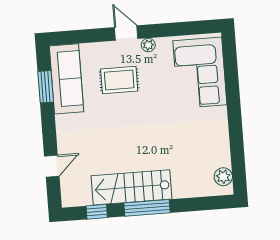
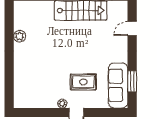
corner sofa: (200, 73) -> (30, 83), removed
plant: (223, 177) -> (20, 36), moved

